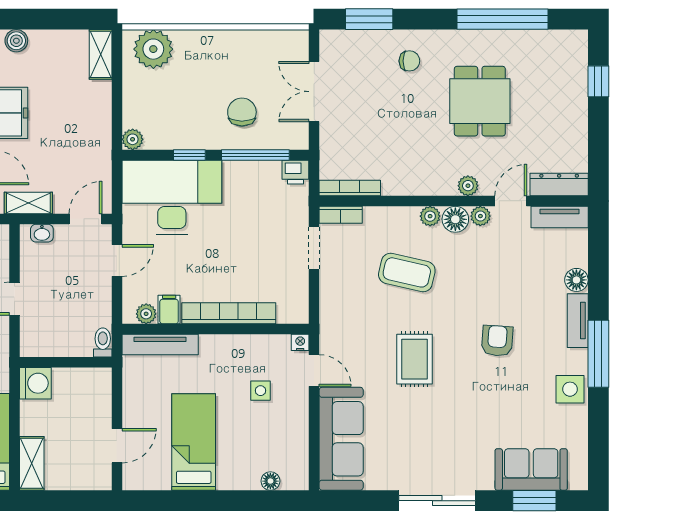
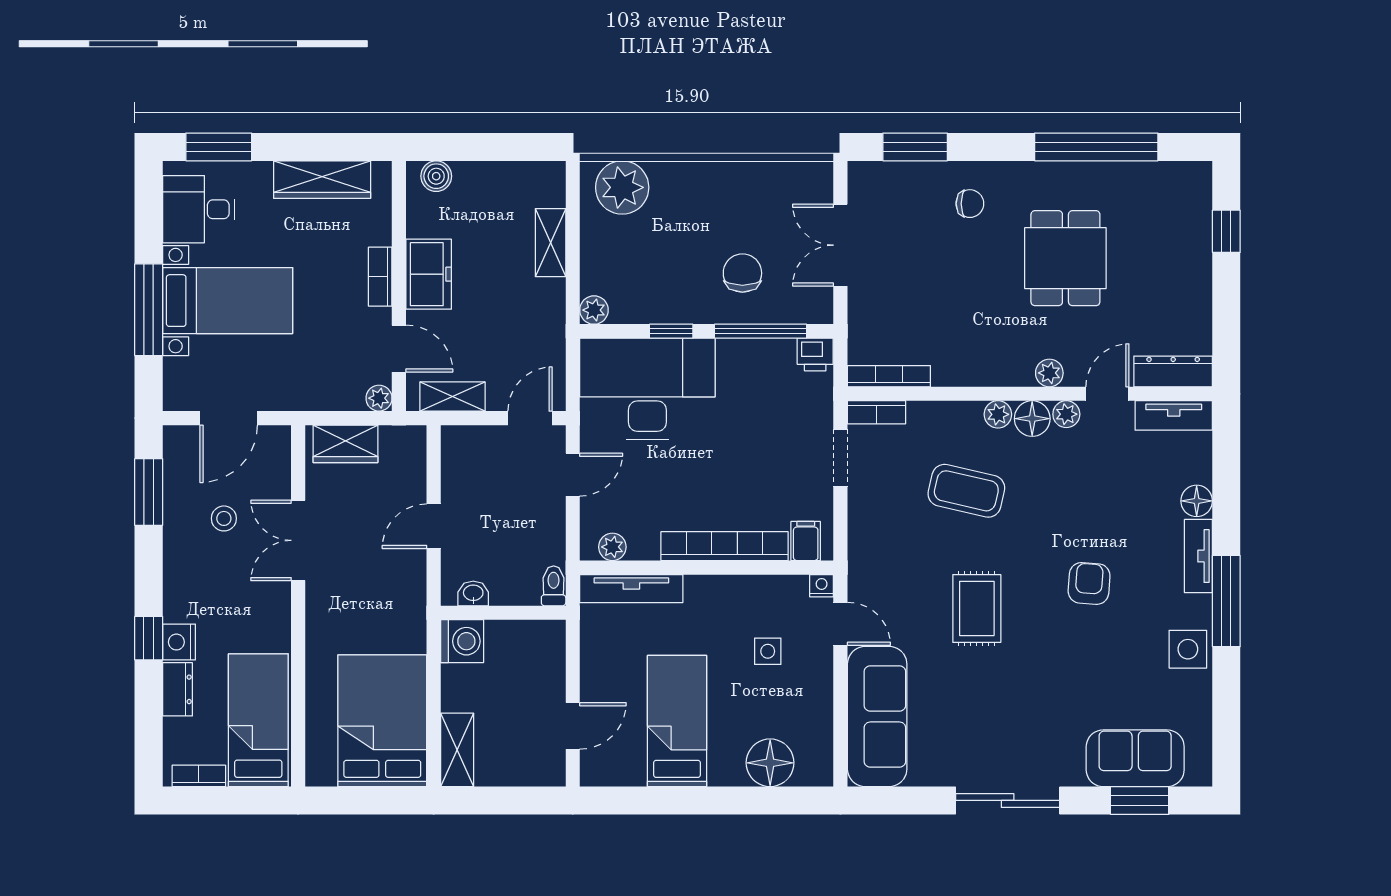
shelving: (101, 54) -> (551, 243), moved
washbasin: (42, 233) -> (473, 593), moved, turned 180
filing cabinet: (169, 309) -> (806, 541), moved
floor lamp: (270, 481) -> (770, 763), width x1.89, depth x1.89

